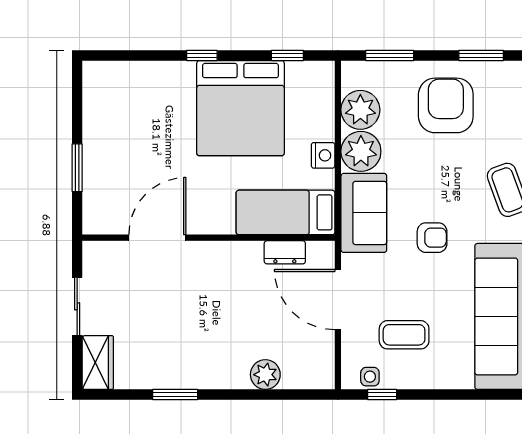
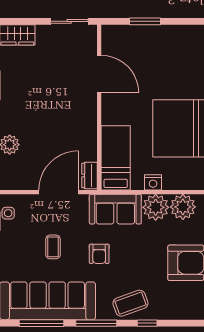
dresser: (285, 252) -> (90, 175), moved
sliding door: (77, 306) -> (69, 21), moved
coffee table: (404, 335) -> (53, 247), moved, width x0.73, depth x0.77

